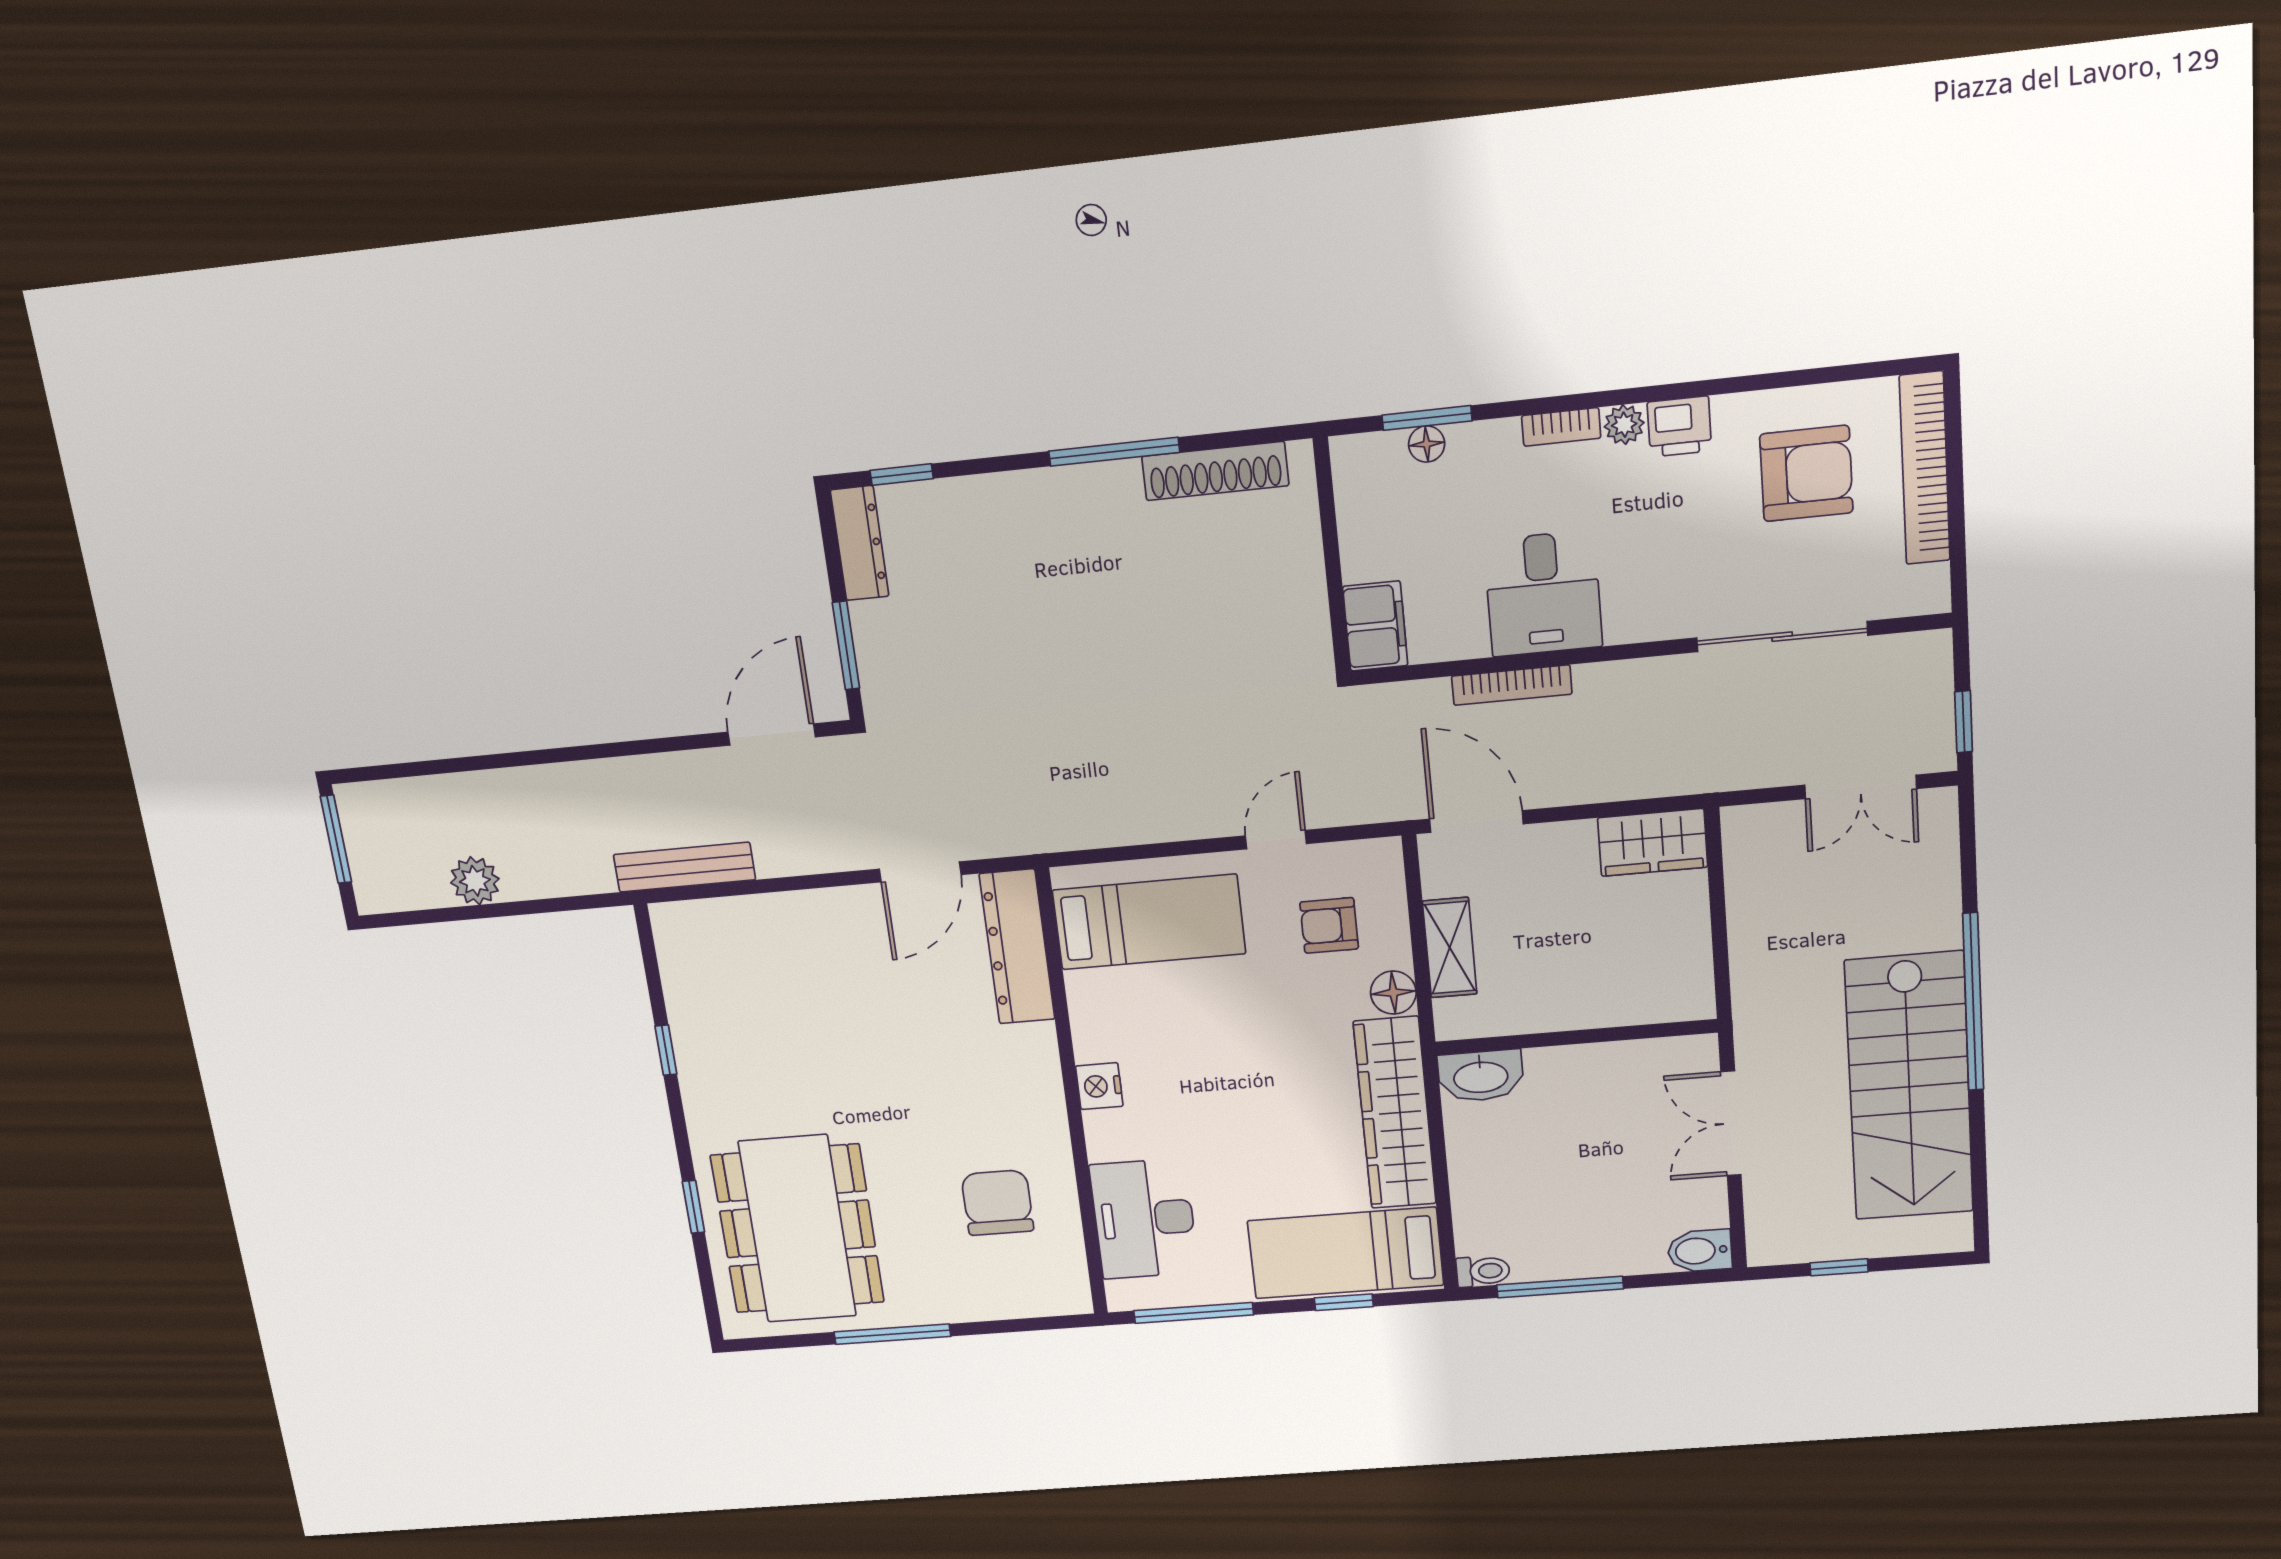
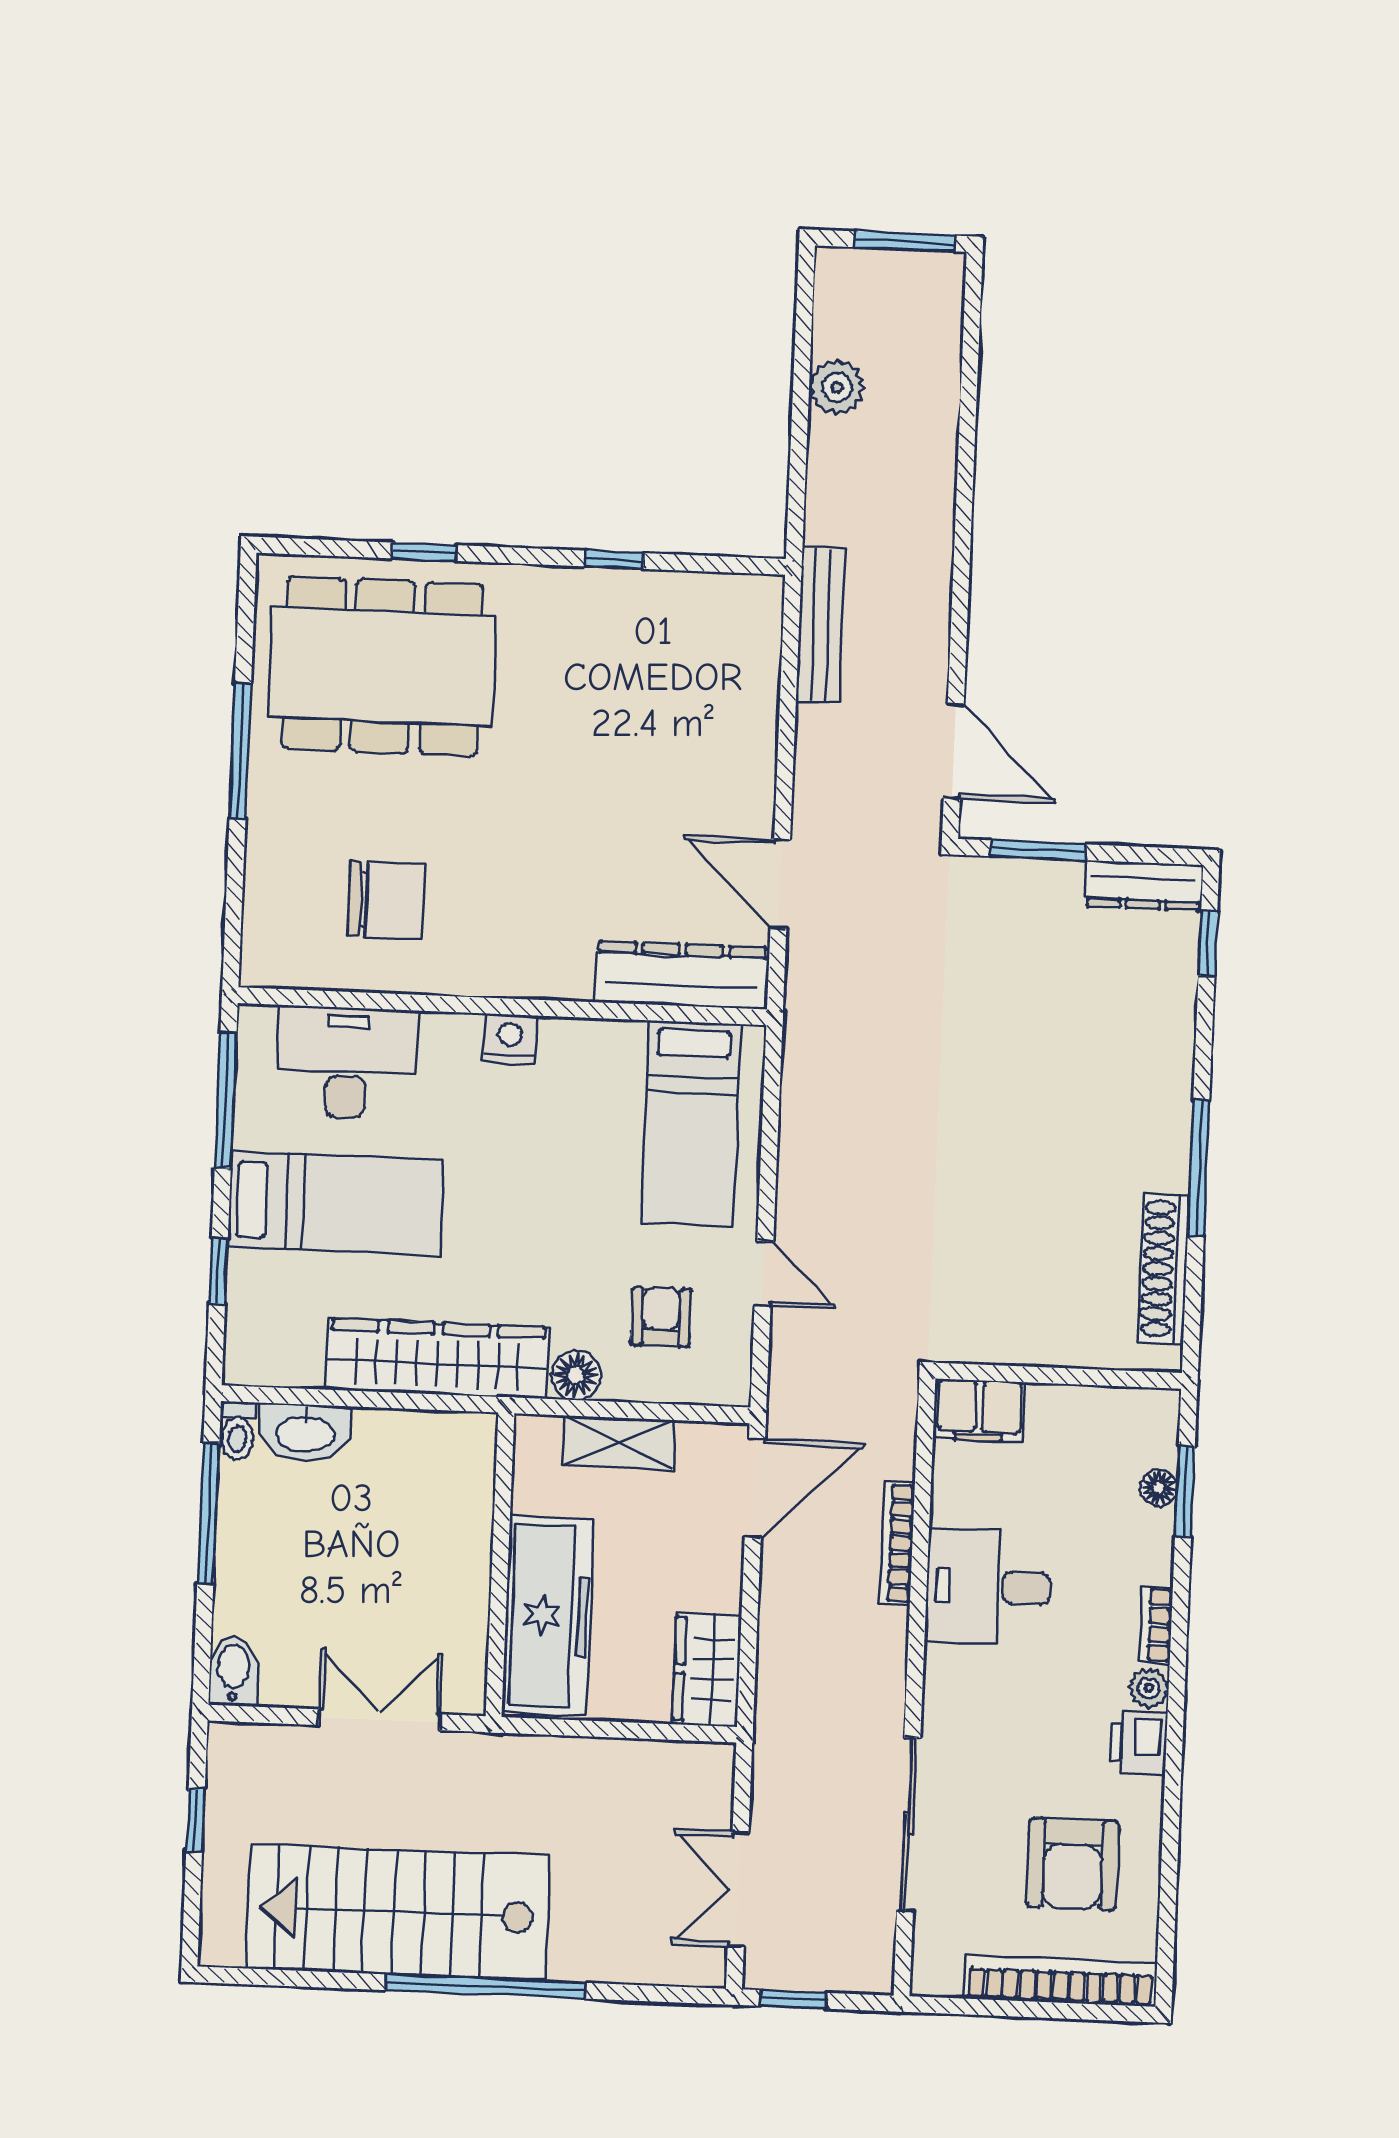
freezer: (1618, 990) -> (548, 1616), added
washbasin: (1481, 1076) -> (306, 1433), moved, turned -90
bed: (1345, 1253) -> (335, 1203), moved, turned 90

